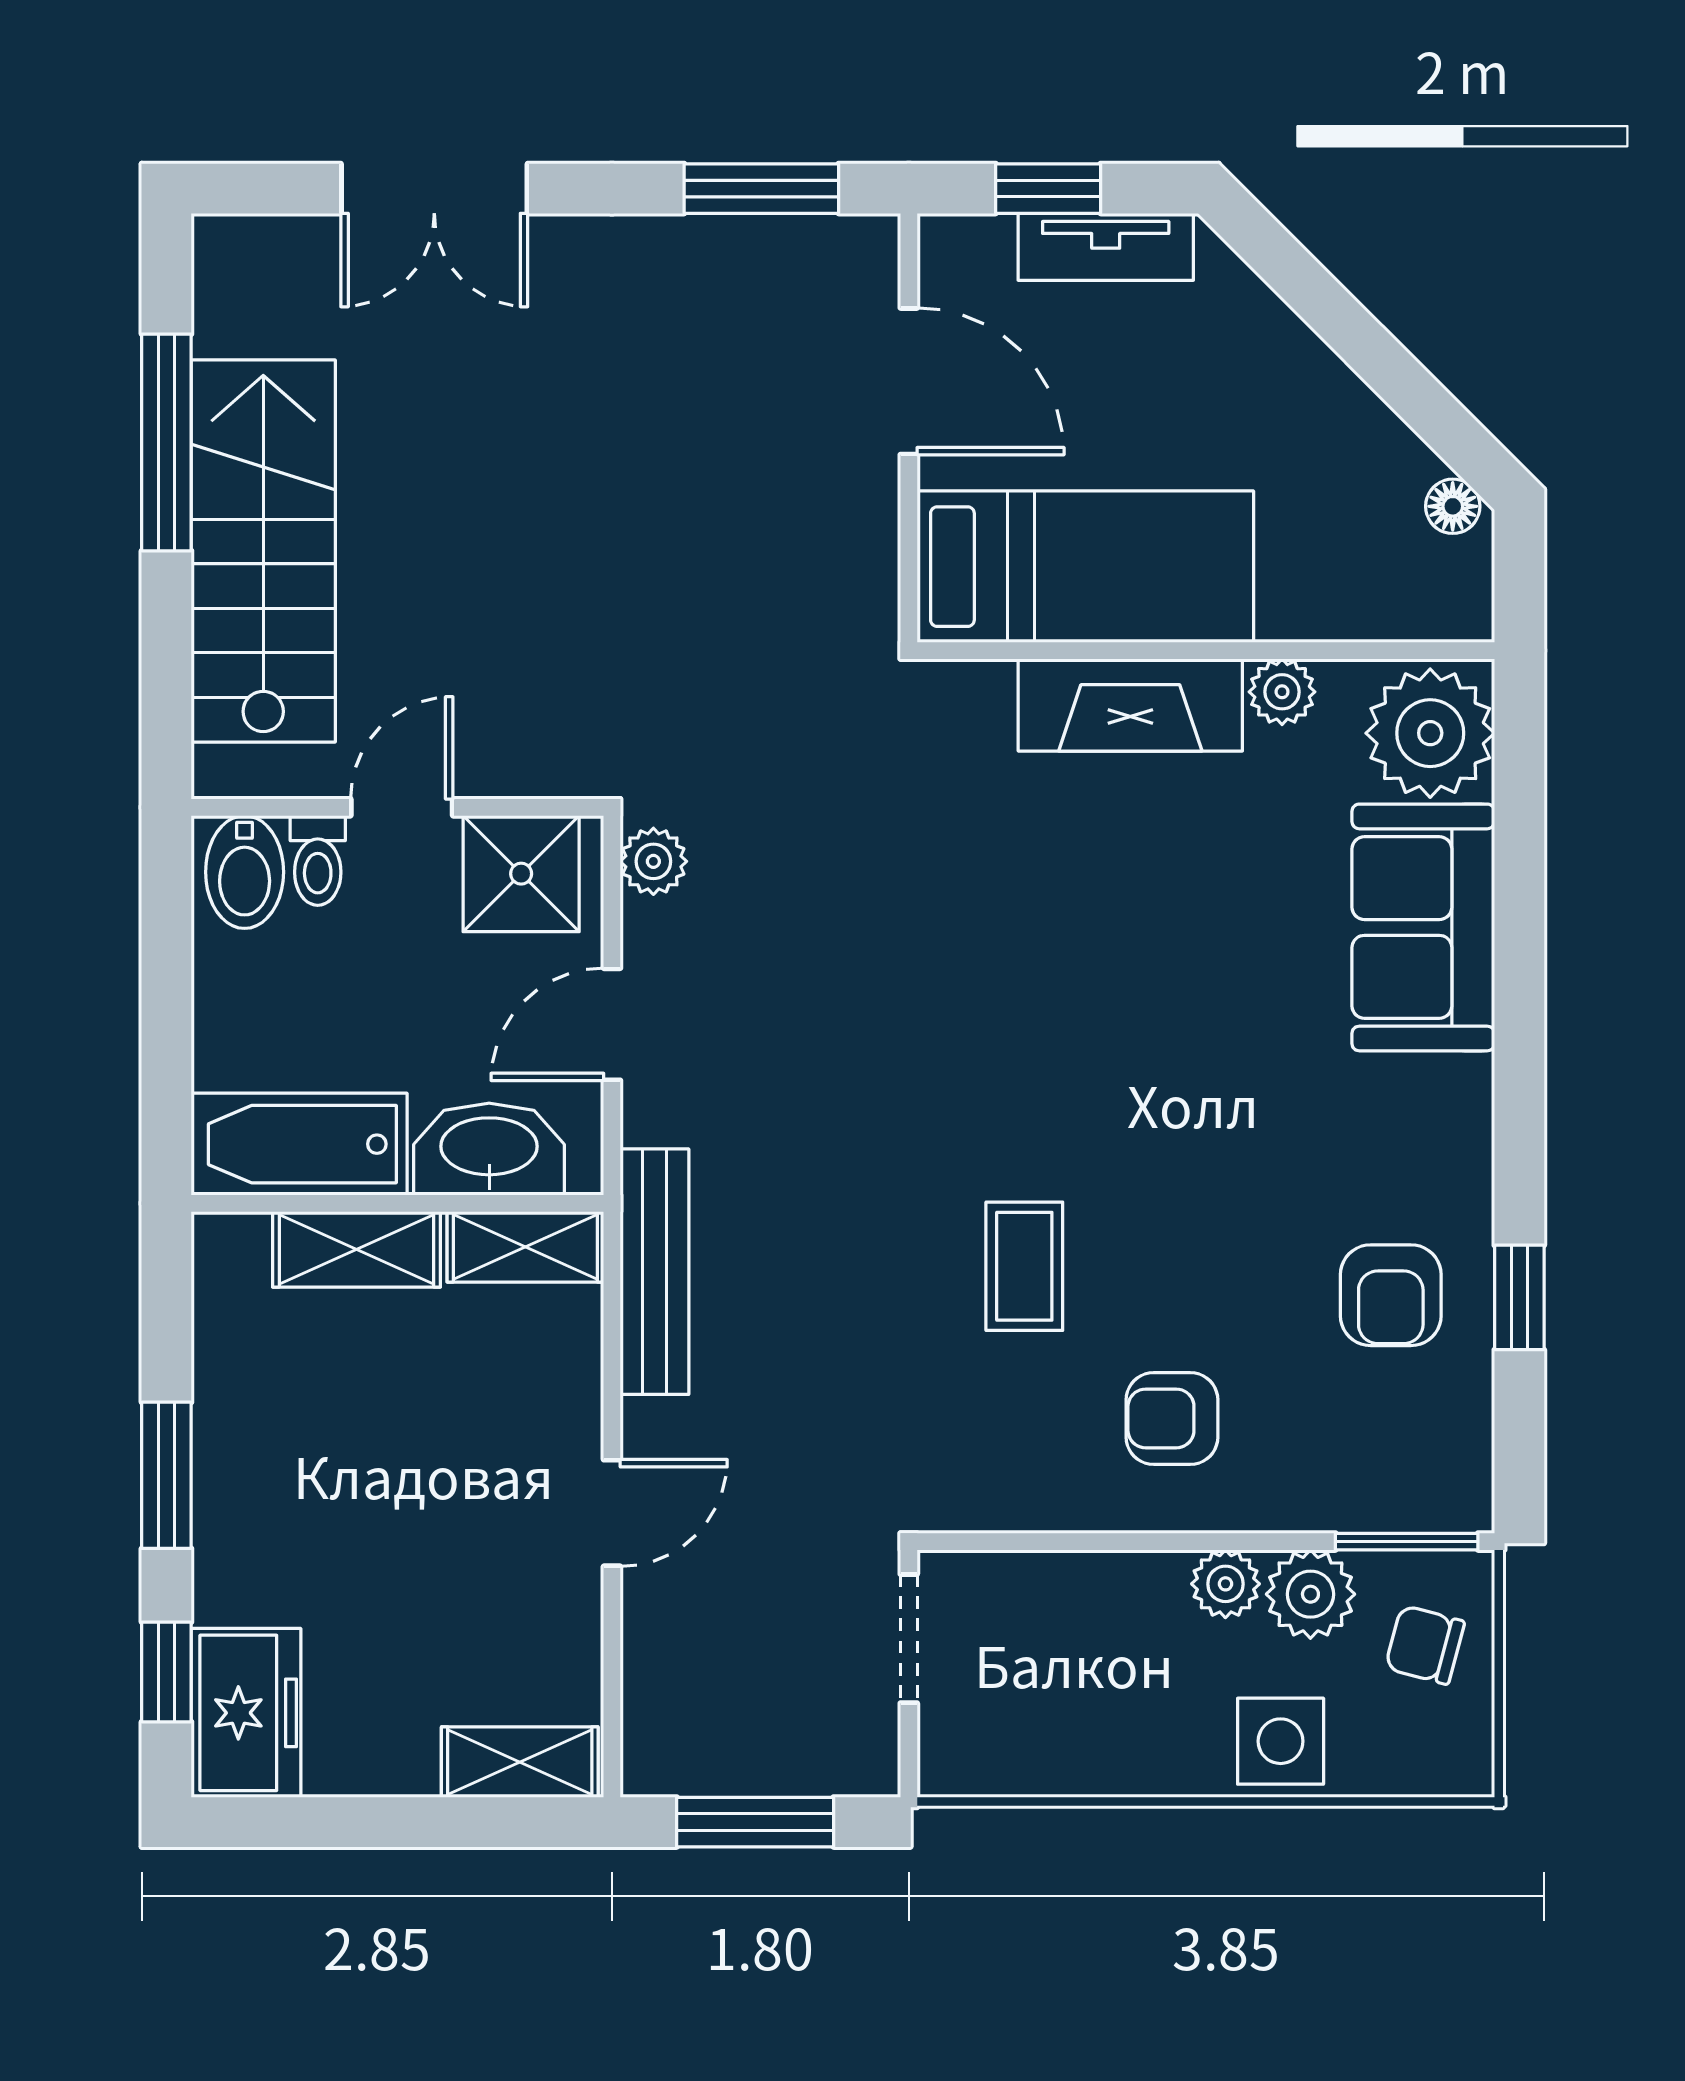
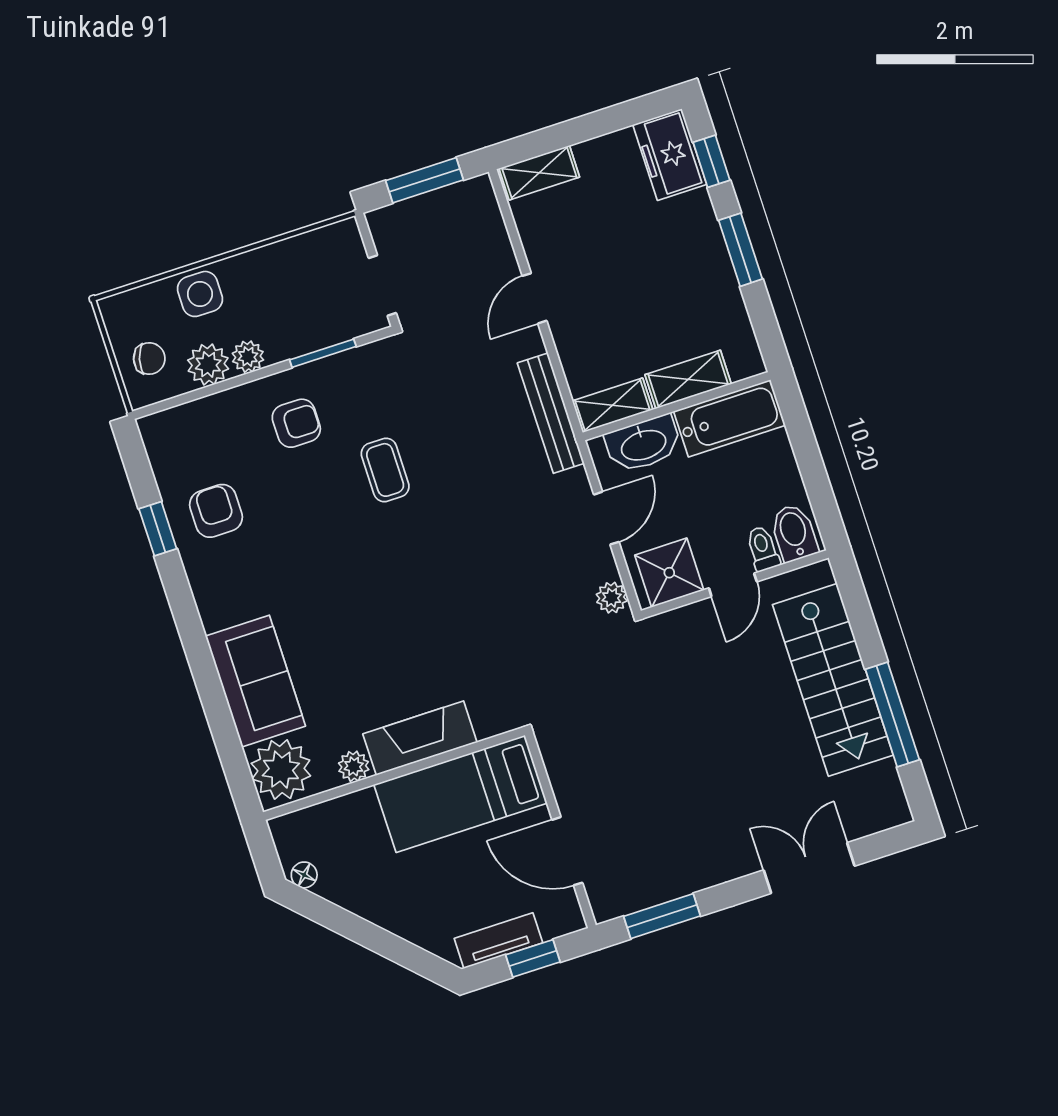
window: (1407, 1542) -> (323, 353), moved

